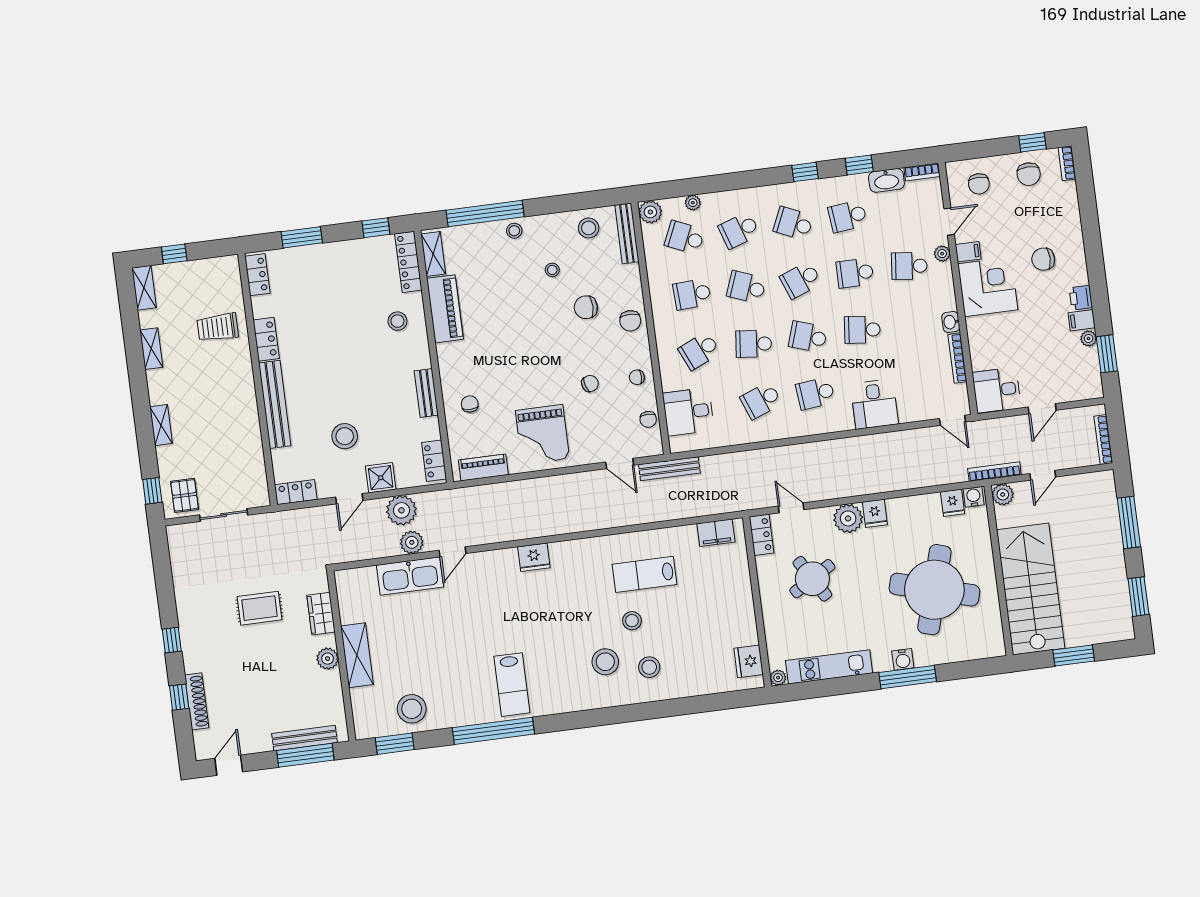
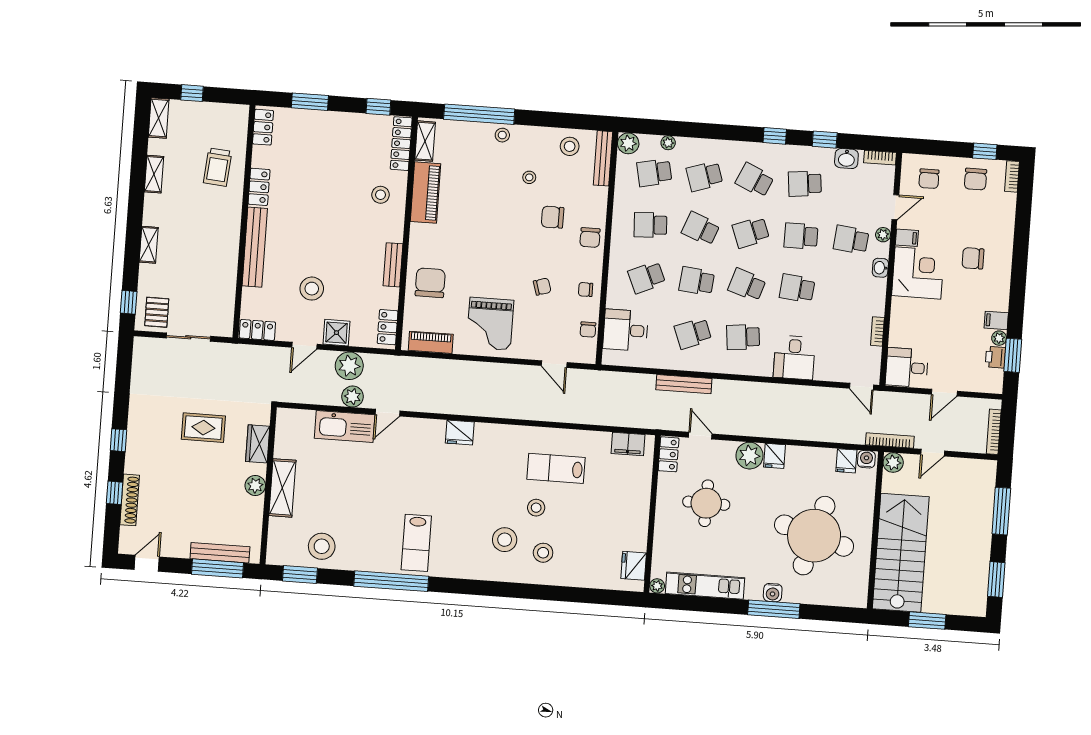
washbasin: (886, 180) -> (846, 159), width x0.72
school desk: (685, 237) -> (654, 173), turned -36
printer: (1081, 298) -> (995, 357), moved
washbasin: (951, 322) -> (880, 268), moved
trolley: (218, 327) -> (218, 167), turned -85
bookcase: (957, 358) -> (877, 331), width x0.64
chair: (470, 404) -> (430, 283), width x1.87, depth x1.87
bench: (669, 469) -> (684, 384), moved
round table: (812, 579) -> (706, 503), turned 32

